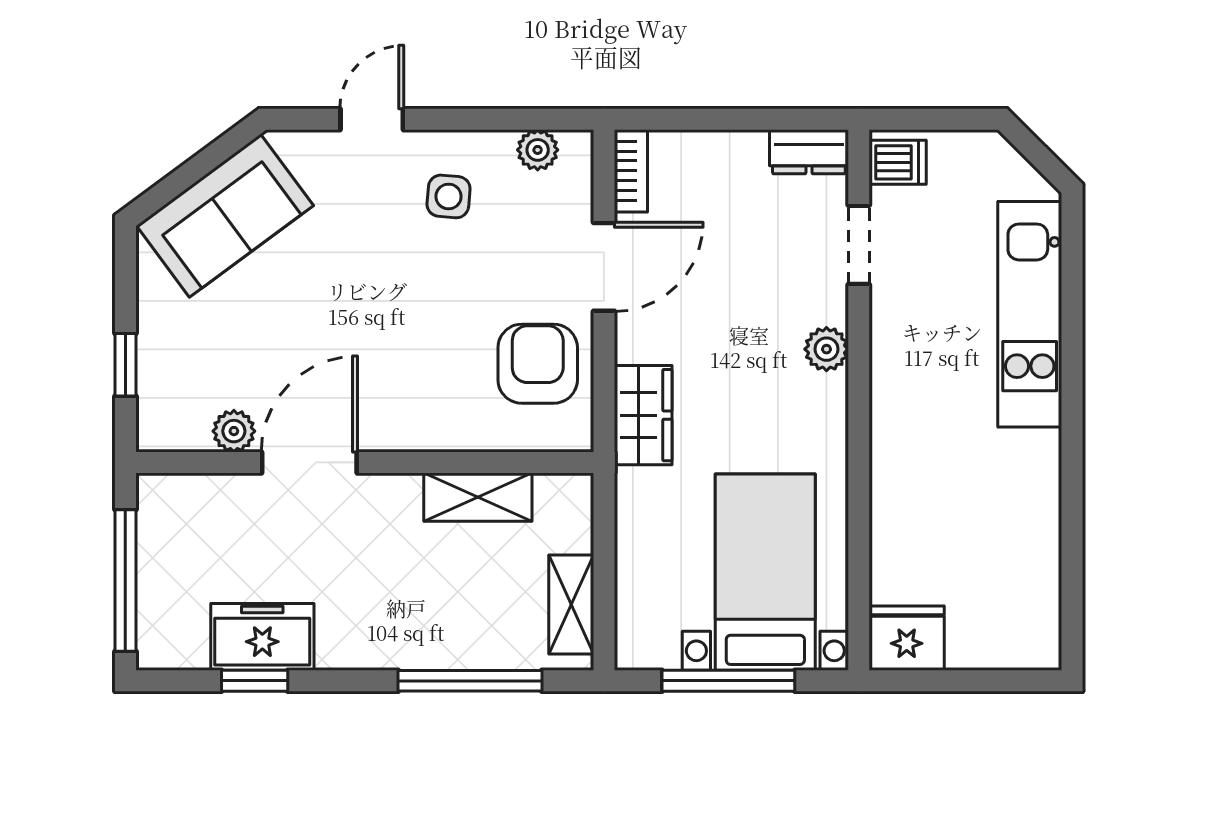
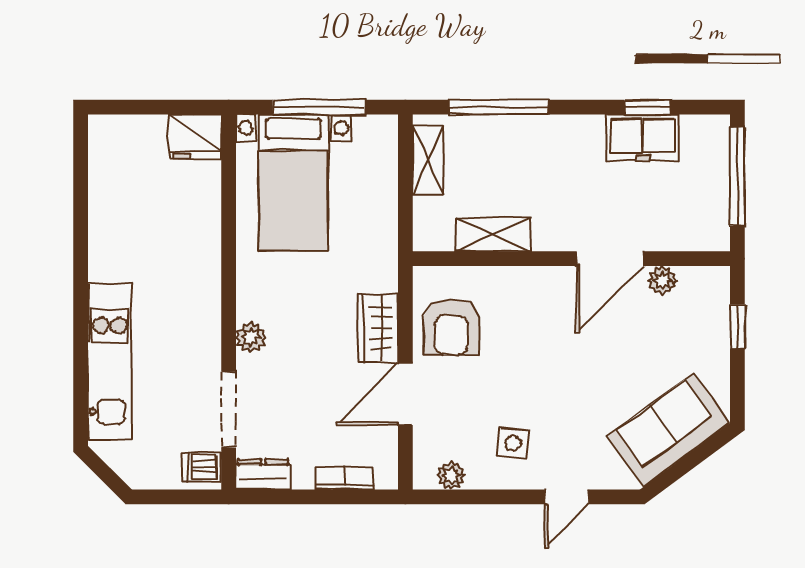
bookcase: (631, 171) -> (345, 478), moved, turned 90
doorway: (859, 245) -> (229, 410), width x1.38
wardrobe: (643, 415) -> (378, 328), moved

